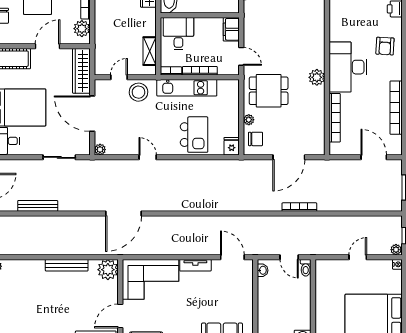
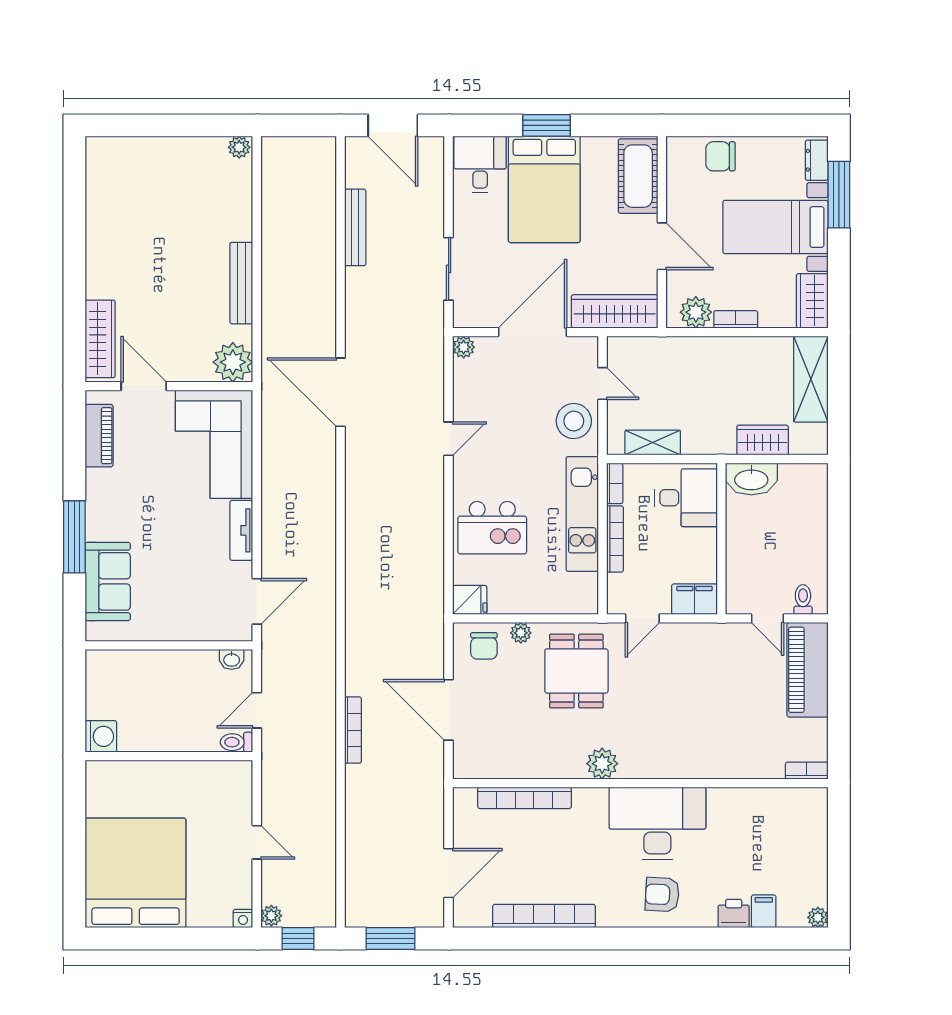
desk: (348, 67) -> (657, 823), moved

